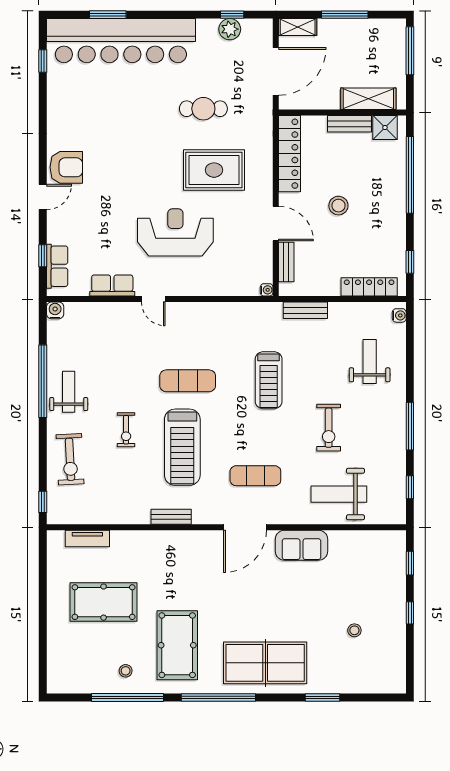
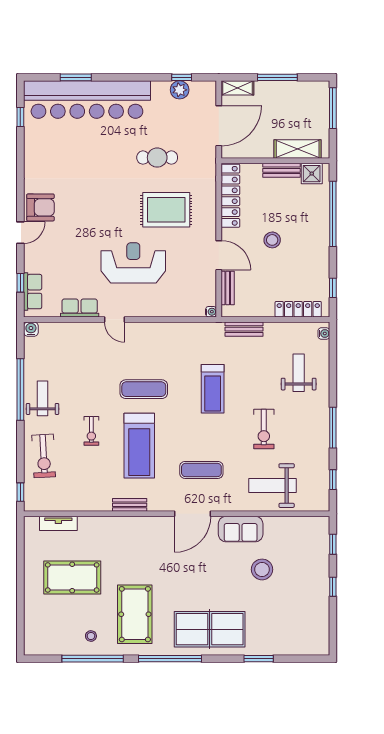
stool: (354, 630) -> (262, 569), moved, width x1.89, depth x1.89

